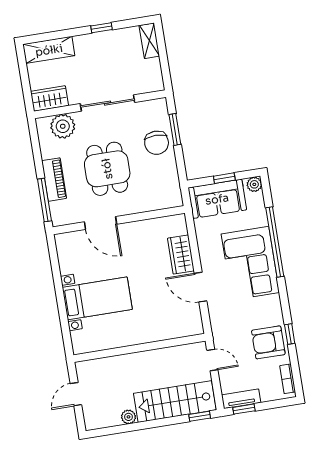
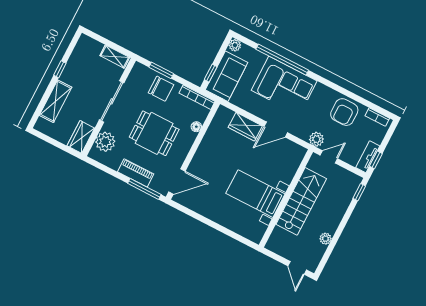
shelving: (149, 41) -> (115, 57), moved
shelving: (49, 50) -> (56, 101), moved
window: (224, 178) -> (211, 73), moved
bookcase: (175, 185) -> (197, 97), added
floor lamp: (145, 206) -> (196, 127), added
door: (101, 223) -> (177, 182), moved
bed with nightstands: (97, 298) -> (255, 194), moved, turned -90
window: (290, 334) -> (349, 94), removed
plant: (221, 335) -> (316, 139), added
door: (76, 394) -> (297, 268), moved
stairs: (175, 402) -> (301, 201), moved, turned 180

